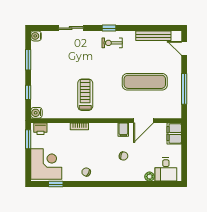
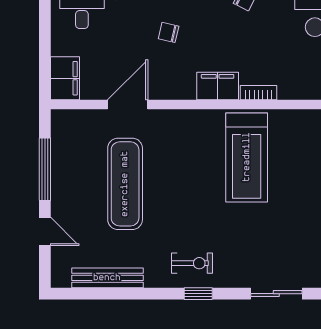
door: (184, 48) -> (45, 231), moved
exercise mat: (145, 82) -> (125, 184), turned 90
treadmill: (85, 95) -> (247, 157), width x1.37, depth x1.38
filing cabinet: (123, 130) -> (218, 86), moved, width x2.00

